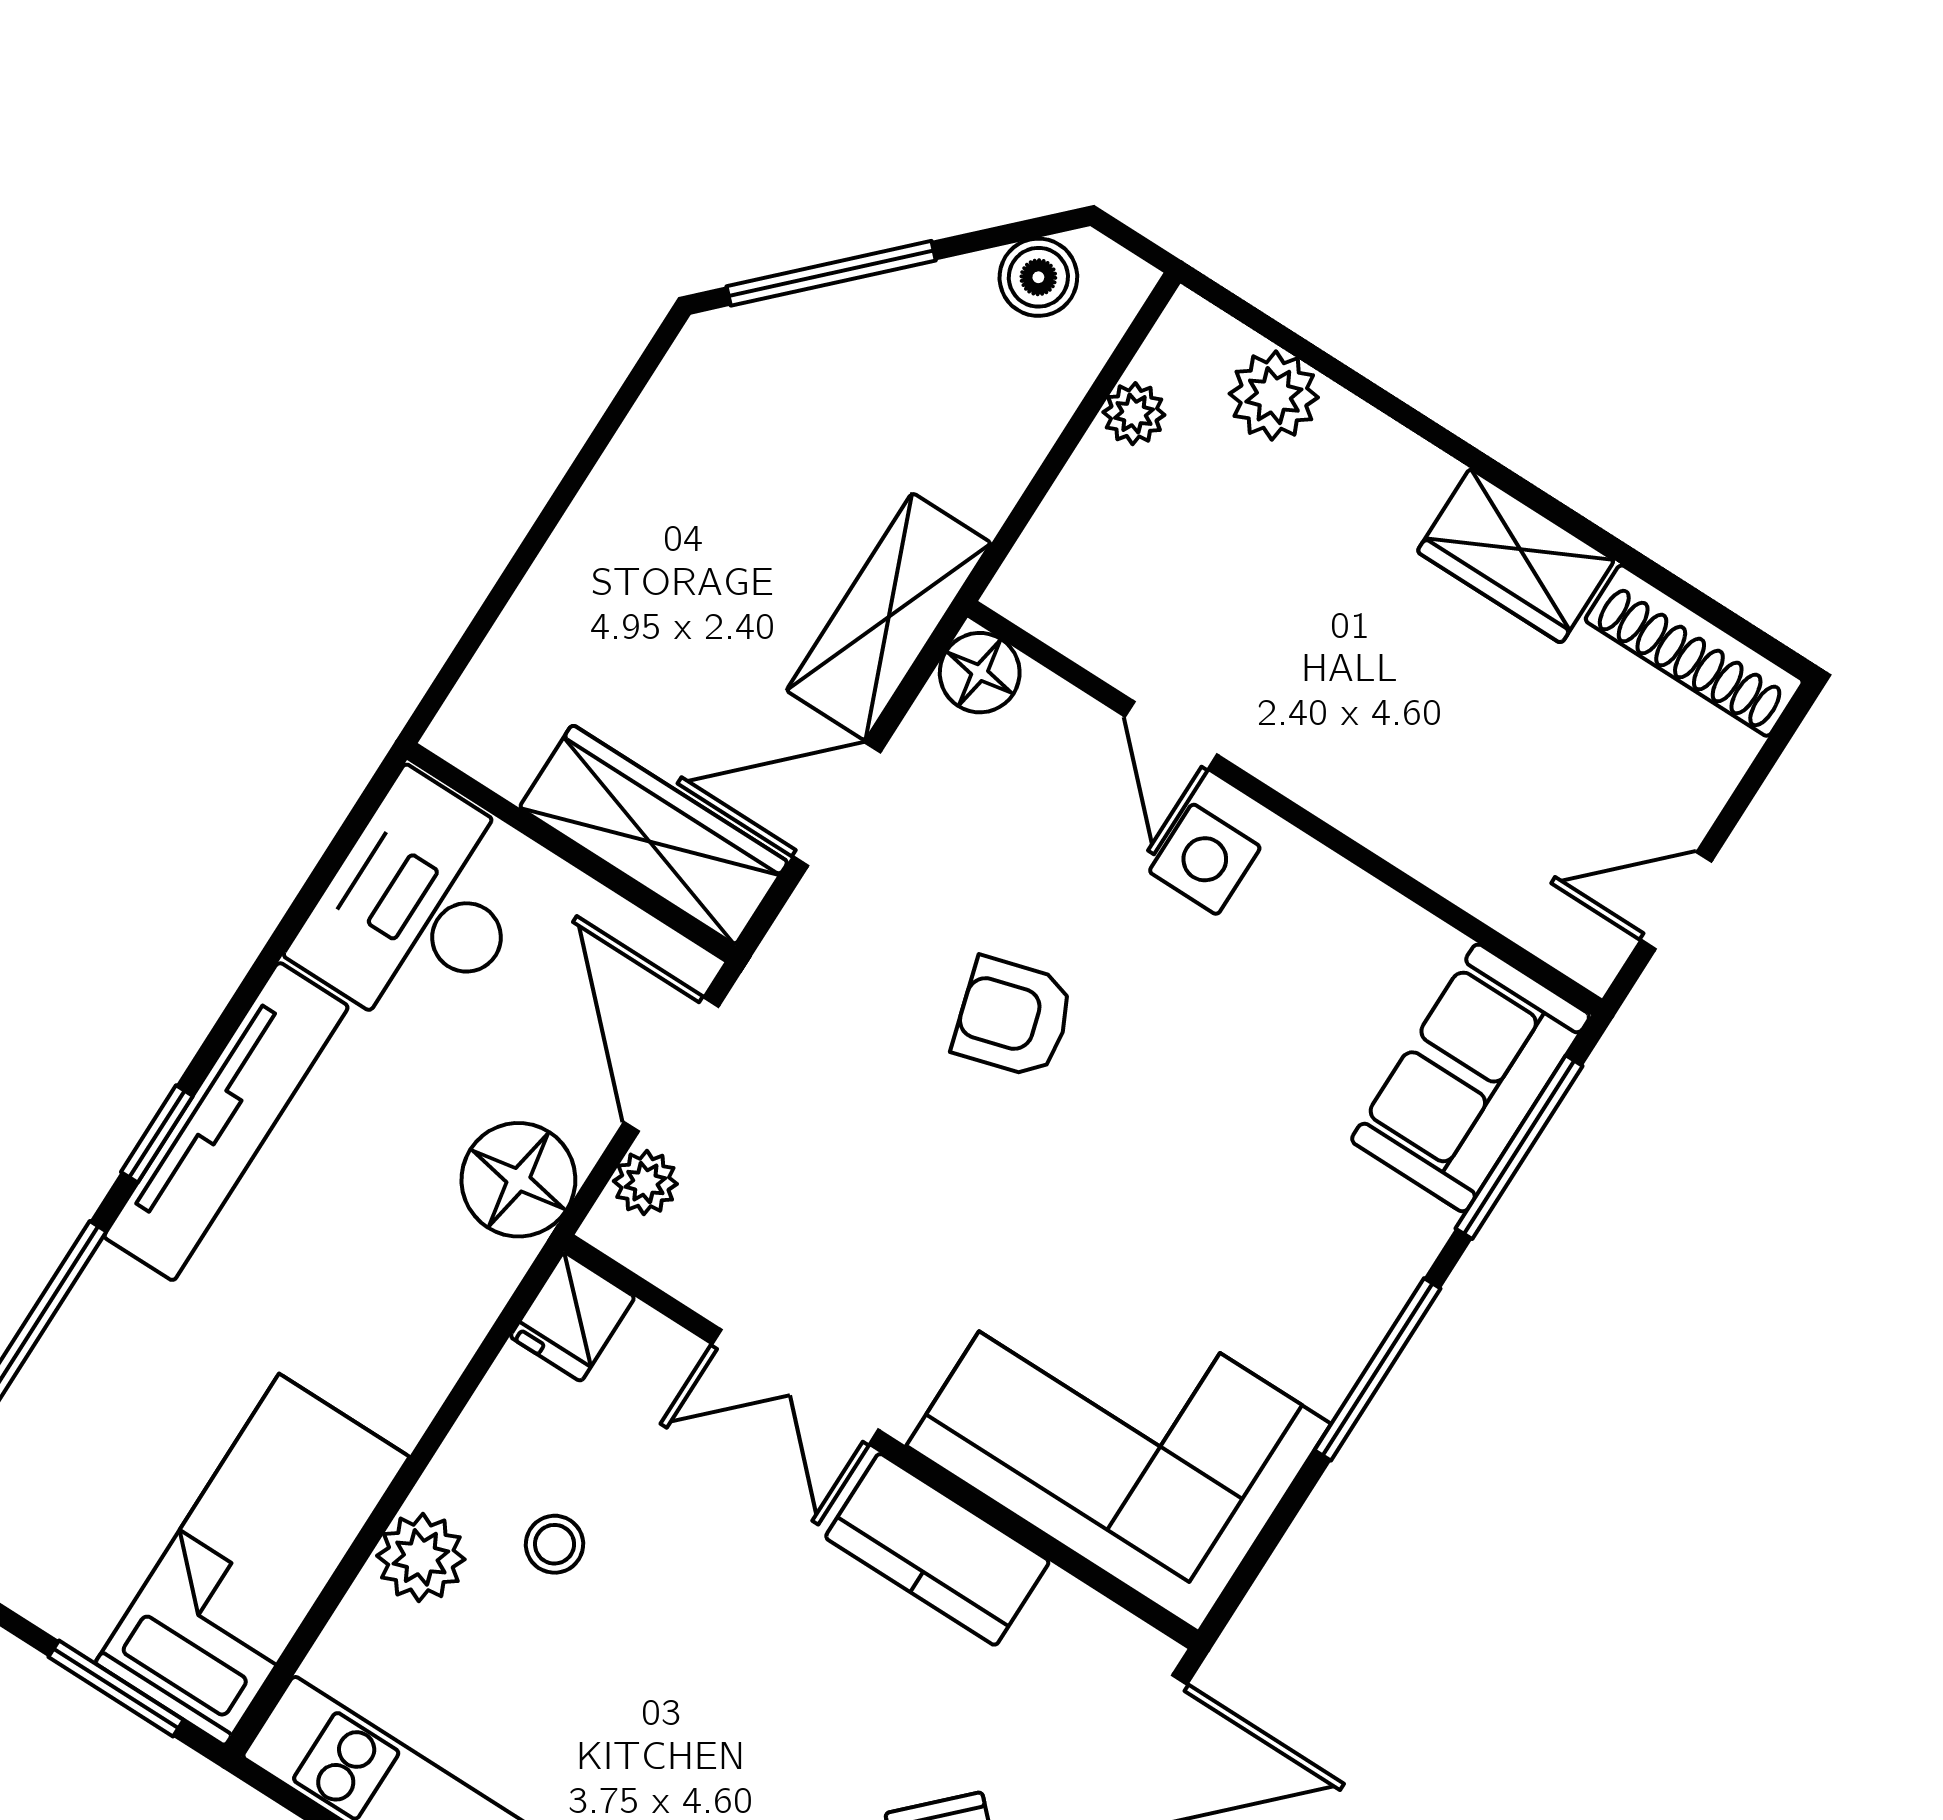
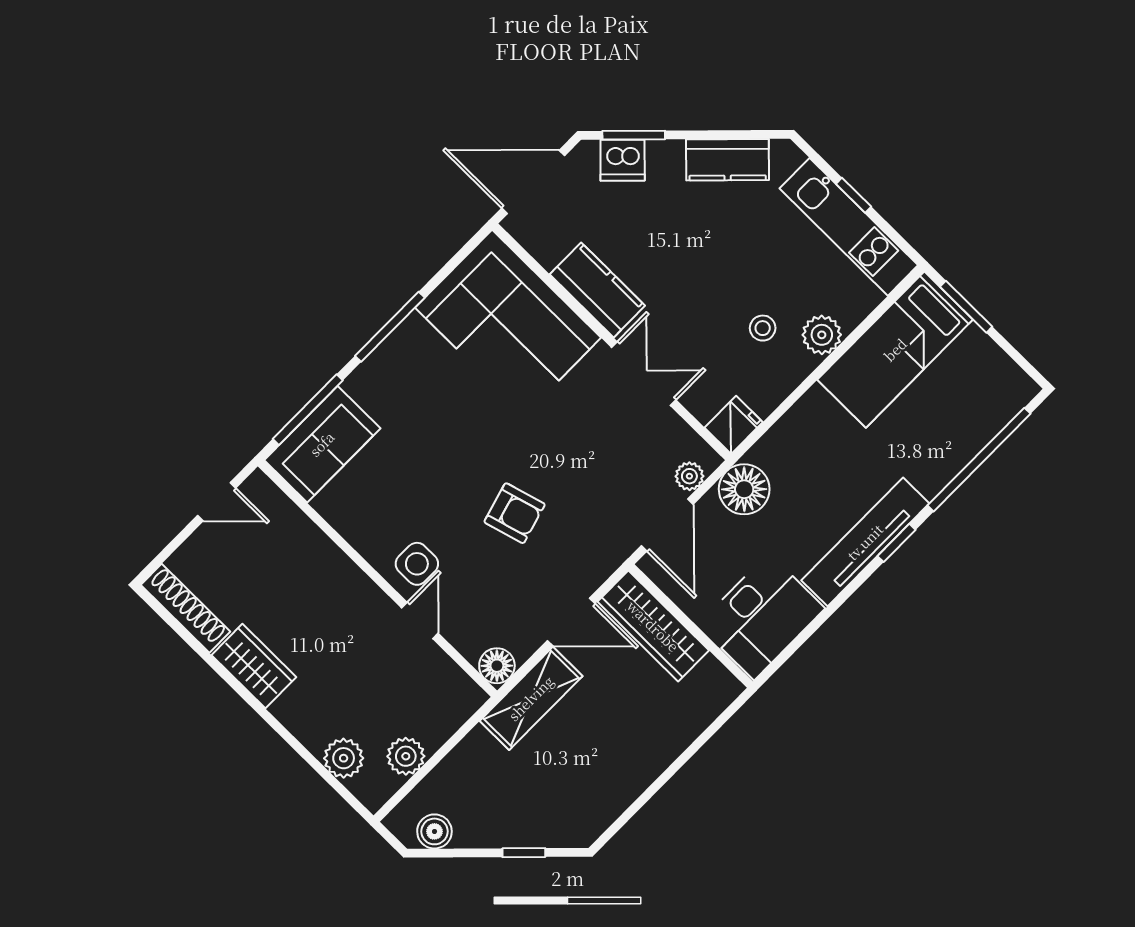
window: (831, 273) -> (524, 853), width x0.46
plant: (1134, 414) -> (406, 756), width x1.38, depth x1.38

